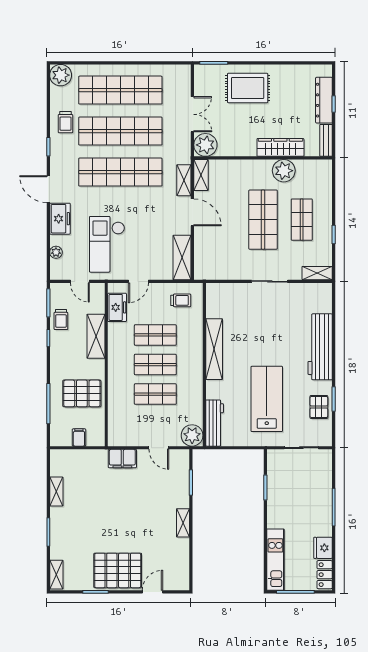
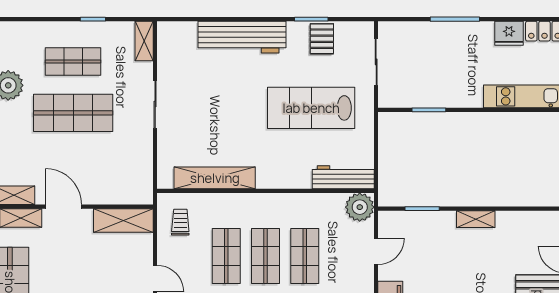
door: (192, 212) -> (64, 207), hinge flipped
shelving: (214, 349) -> (215, 178), moved
pallet: (319, 407) -> (322, 39), turned 90

